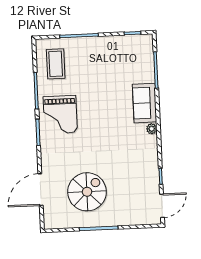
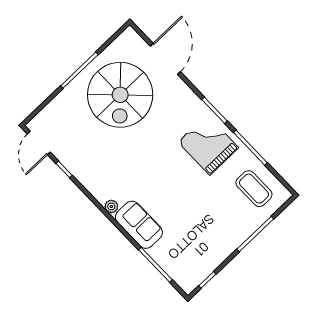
spiral stairs: (87, 192) -> (120, 95), width x1.37, depth x1.37

